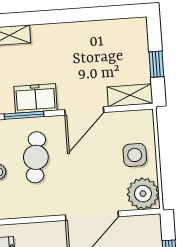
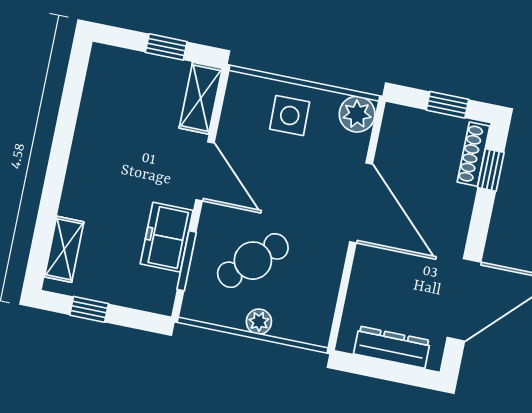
cafe table: (36, 157) -> (253, 261), turned -50
plant: (143, 194) -> (357, 114), width x0.73, depth x0.73

